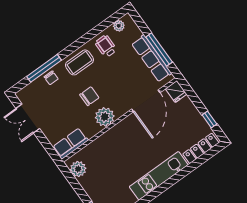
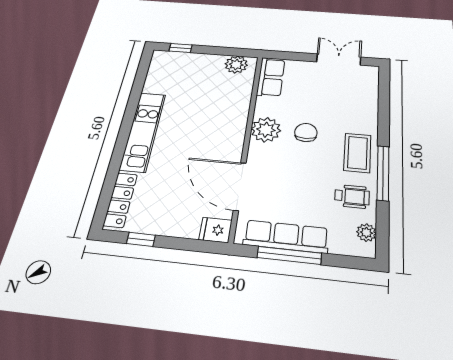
window: (44, 68) -> (383, 173), moved
chair: (51, 78) -> (365, 112), removed
chair: (89, 96) -> (306, 132), turned 180

